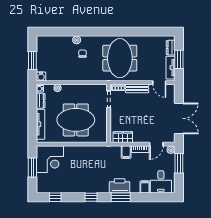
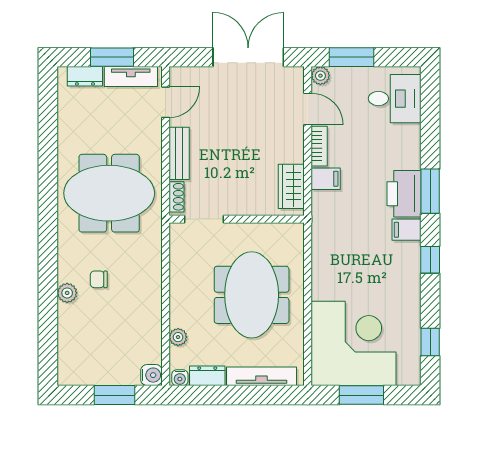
corner desk: (50, 159) -> (354, 343), width x1.36, depth x1.36
filing cabinet: (145, 187) -> (406, 230), moved

